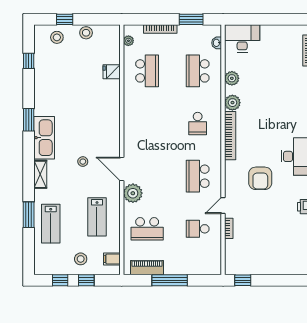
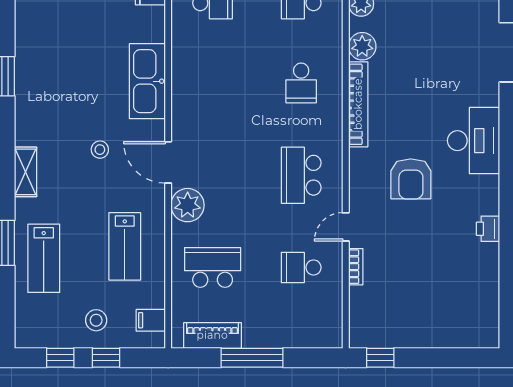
kitchen sink: (44, 138) -> (147, 81), moved, turned 180
school desk: (147, 229) -> (213, 267), turned 180

